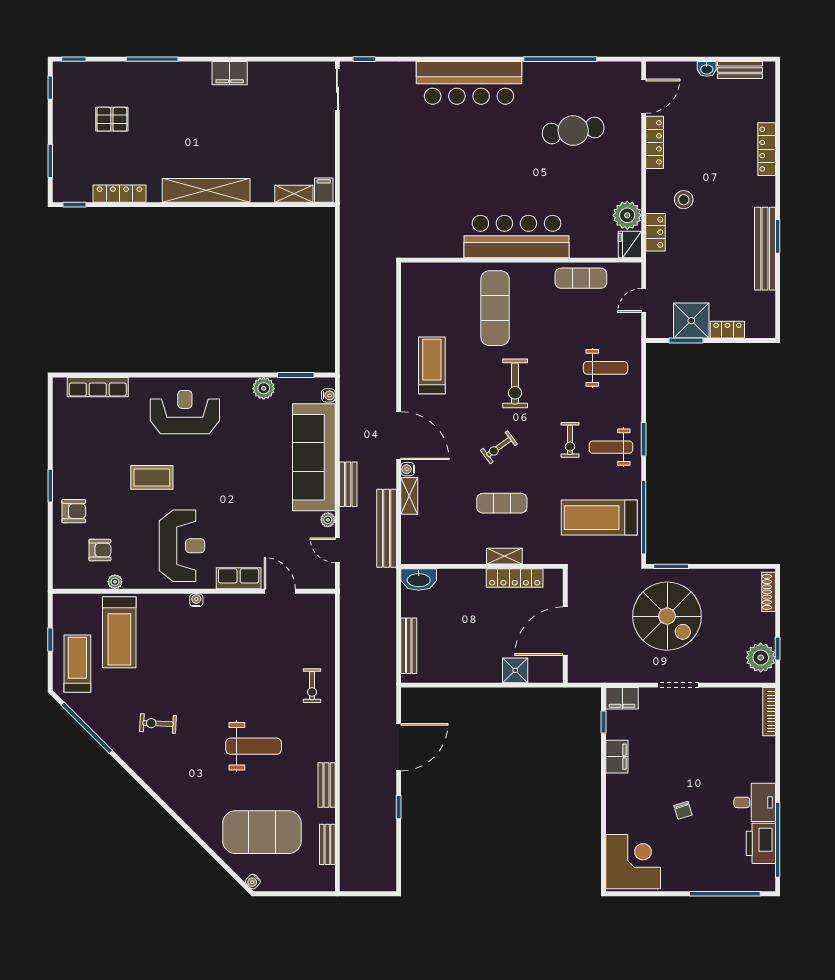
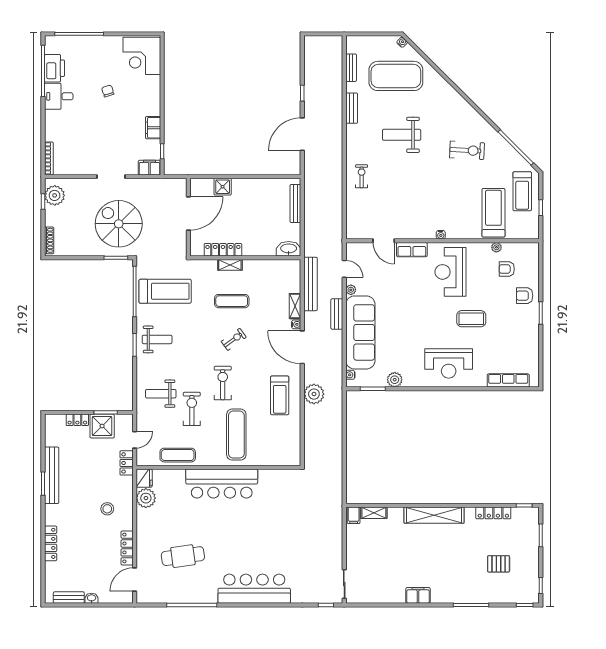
locker: (656, 232) -> (127, 463), moved
plant: (382, 367) -> (314, 394), added
exercise bike: (570, 440) -> (192, 409), moved, width x1.38, depth x1.39
exercise bike: (158, 723) -> (467, 150), width x1.38, depth x1.39

